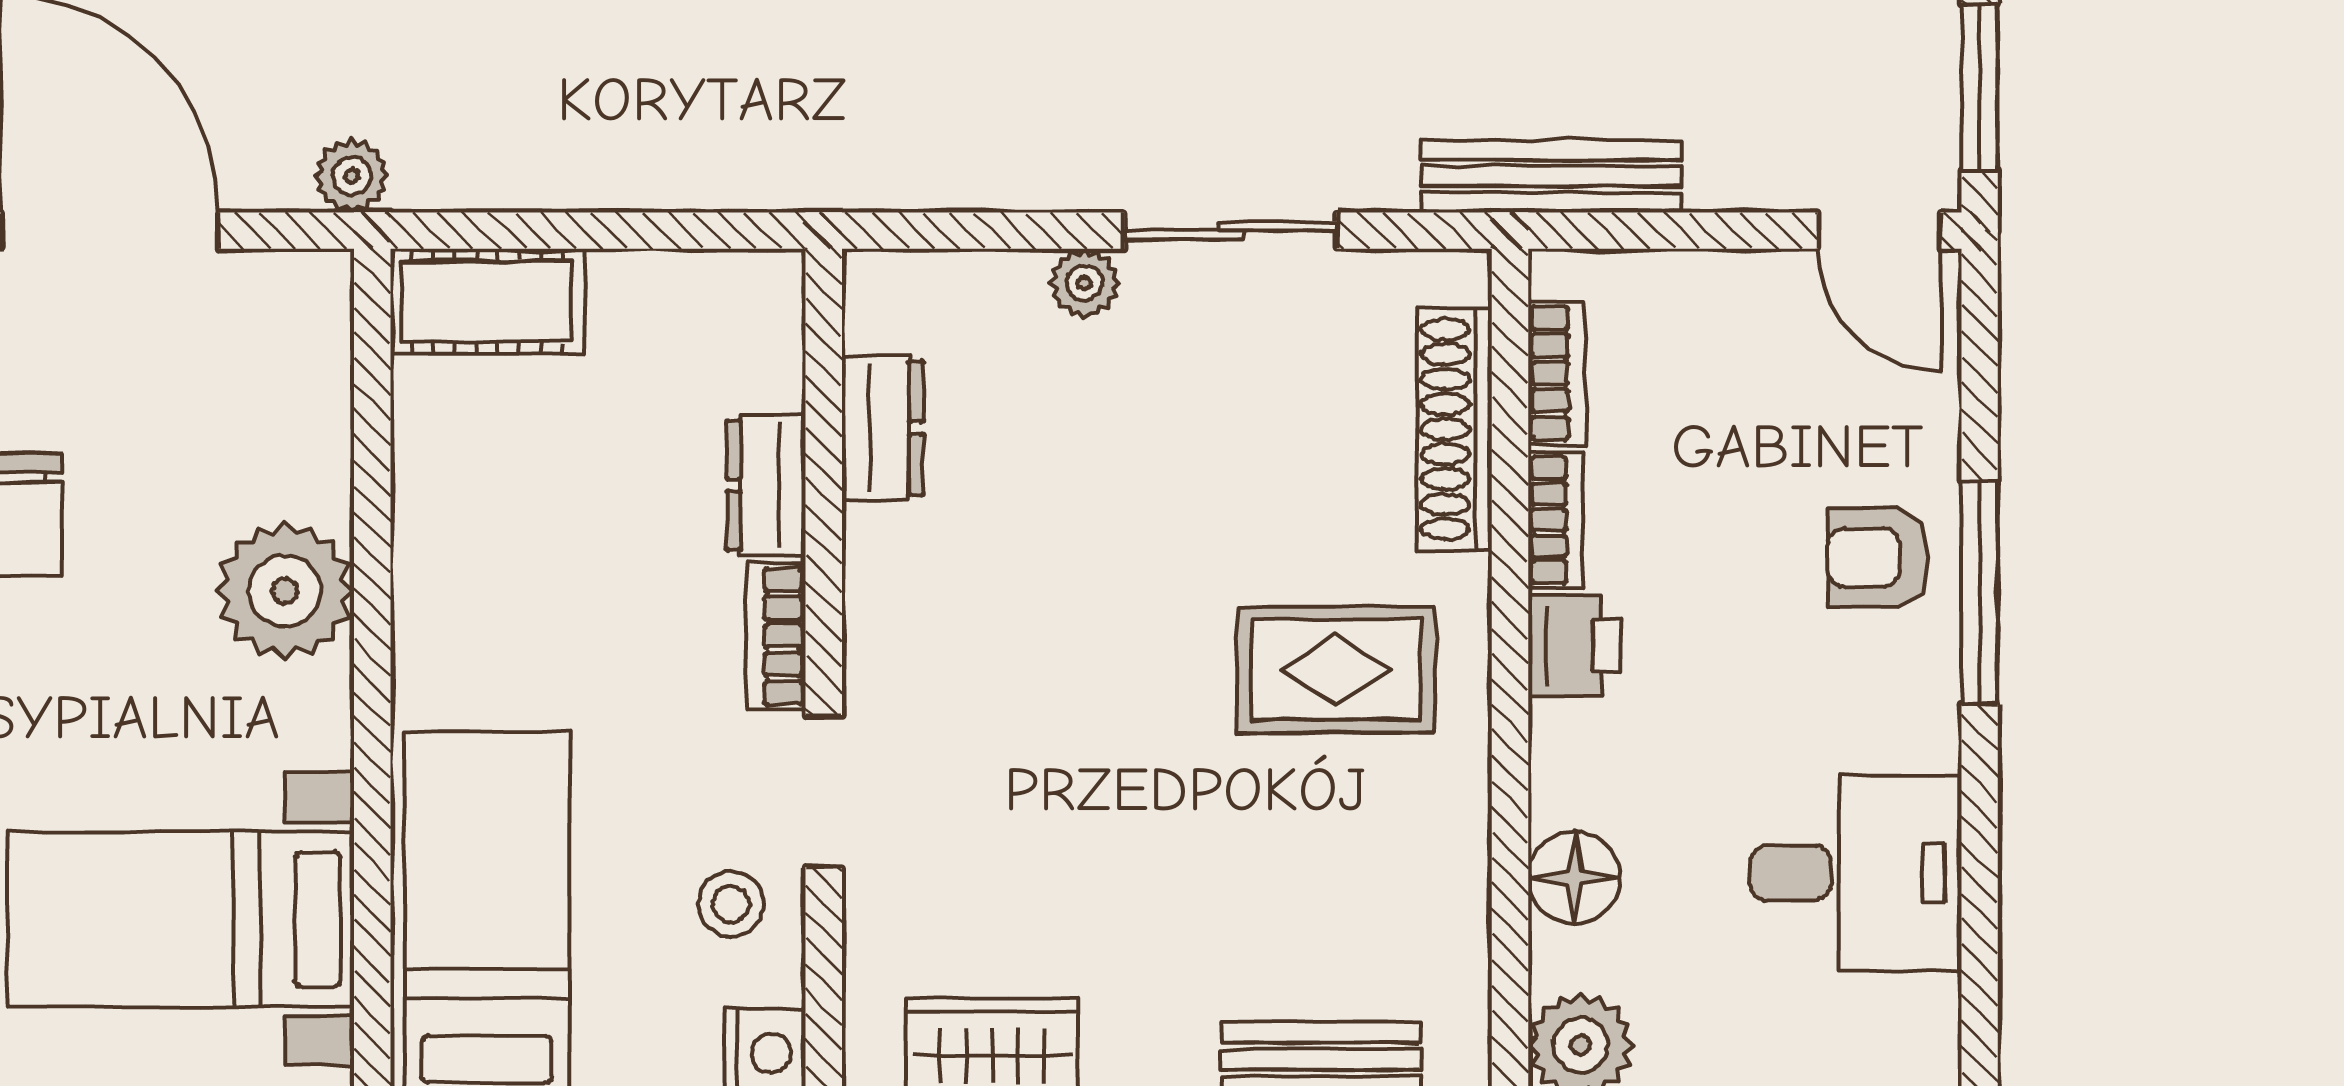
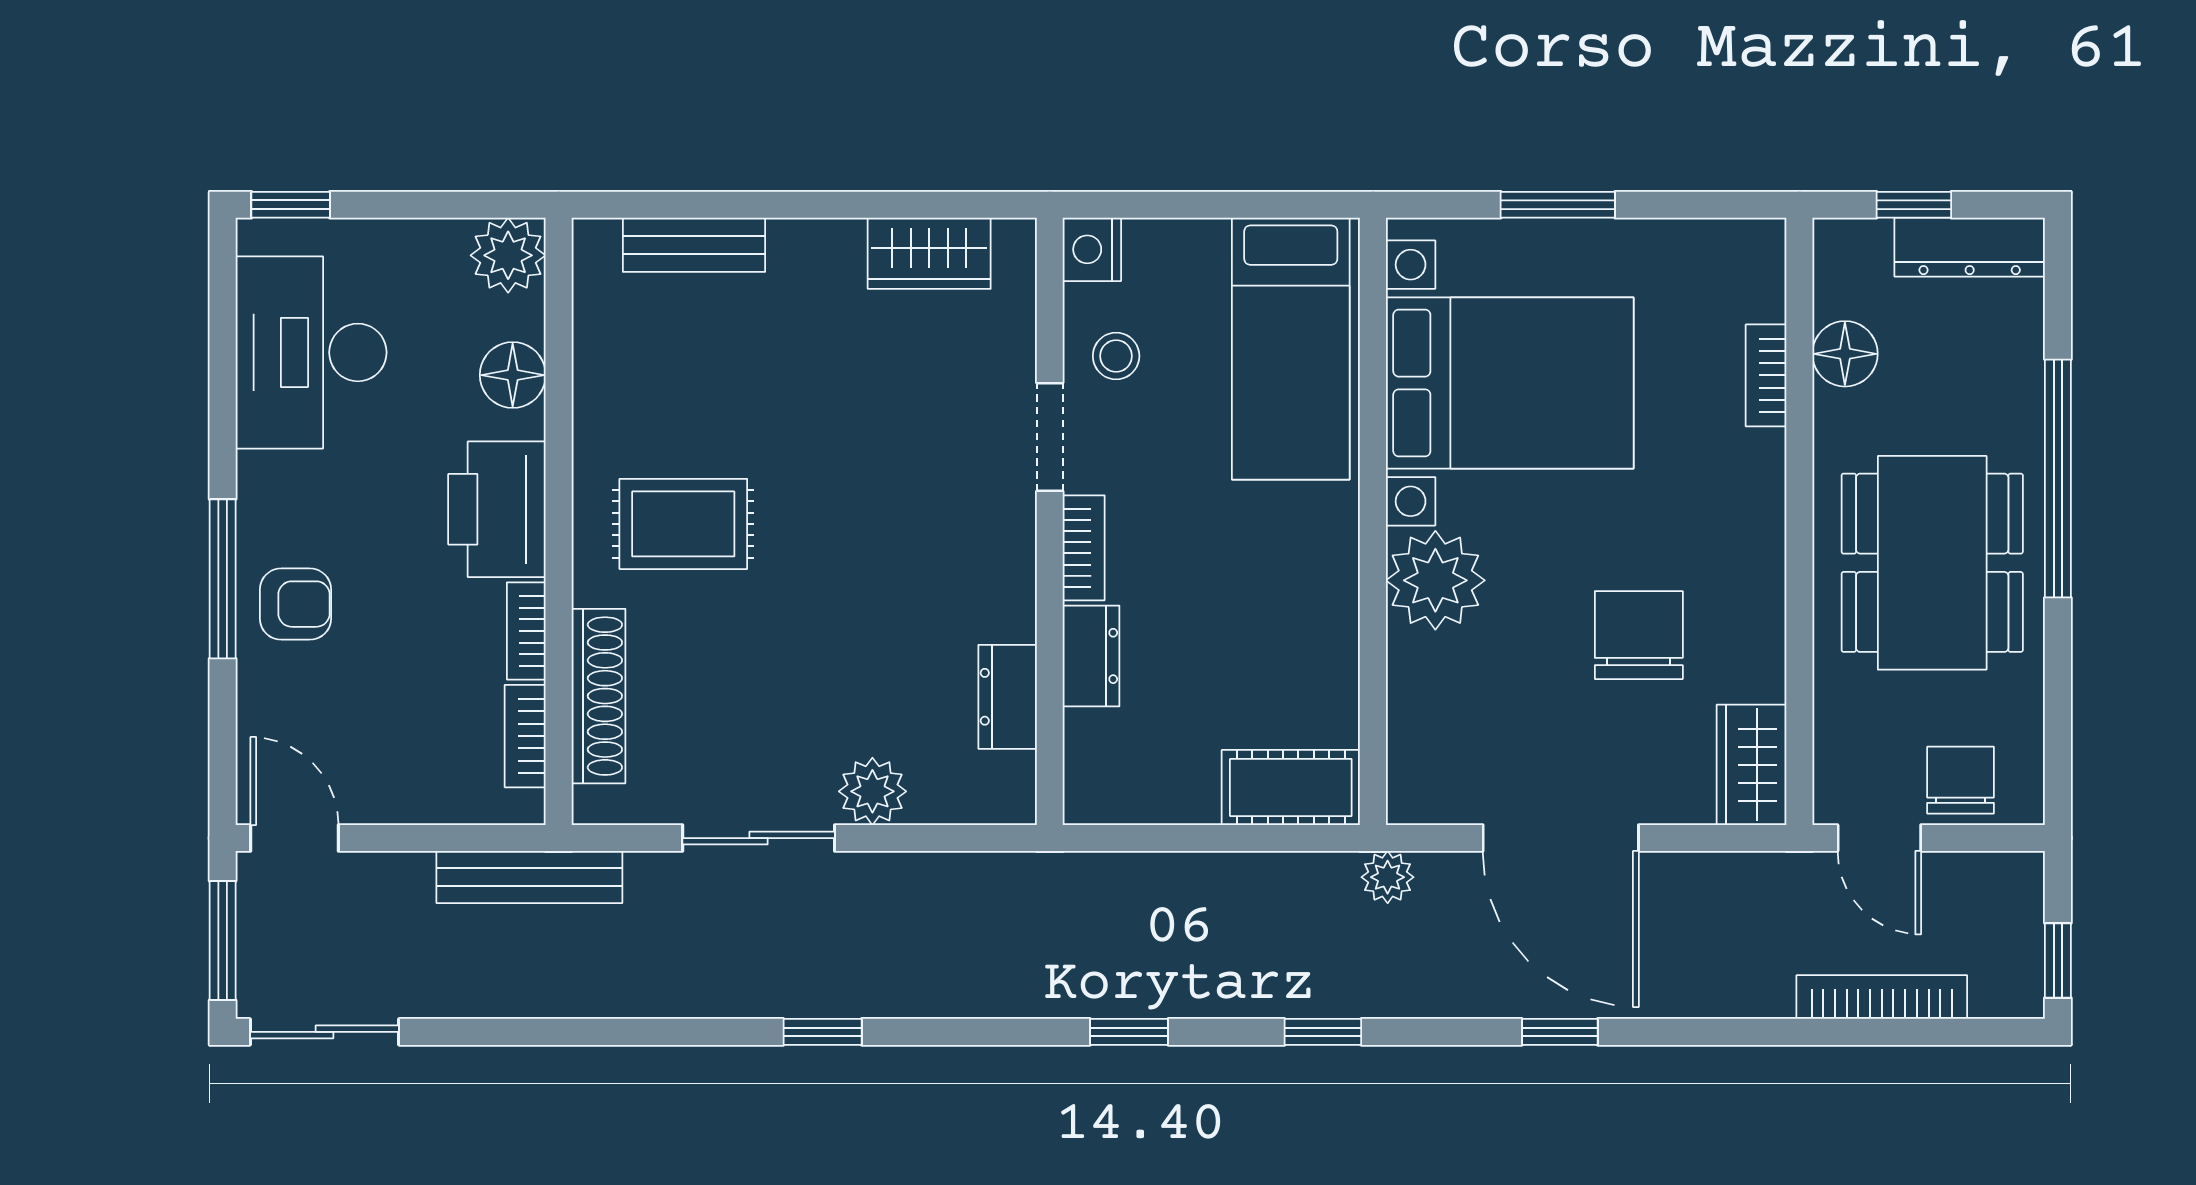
plant: (1084, 283) -> (872, 791), width x1.38, depth x1.38
printer: (1574, 646) -> (497, 509), width x1.87, depth x1.48
desk: (1856, 873) -> (311, 352), width x1.37
bed with nightstands: (181, 919) -> (1510, 383), width x1.36

